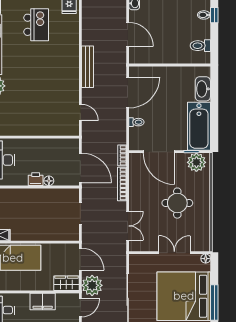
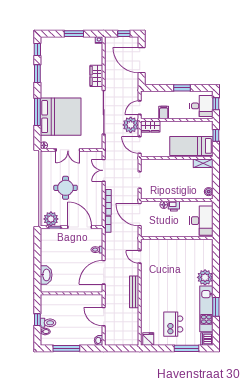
window: (214, 15) -> (37, 320), moved
toilet: (200, 46) -> (48, 323), moved
bathtub: (199, 126) -> (49, 246), removed
filing cabinet: (43, 302) -> (164, 113), width x0.50

